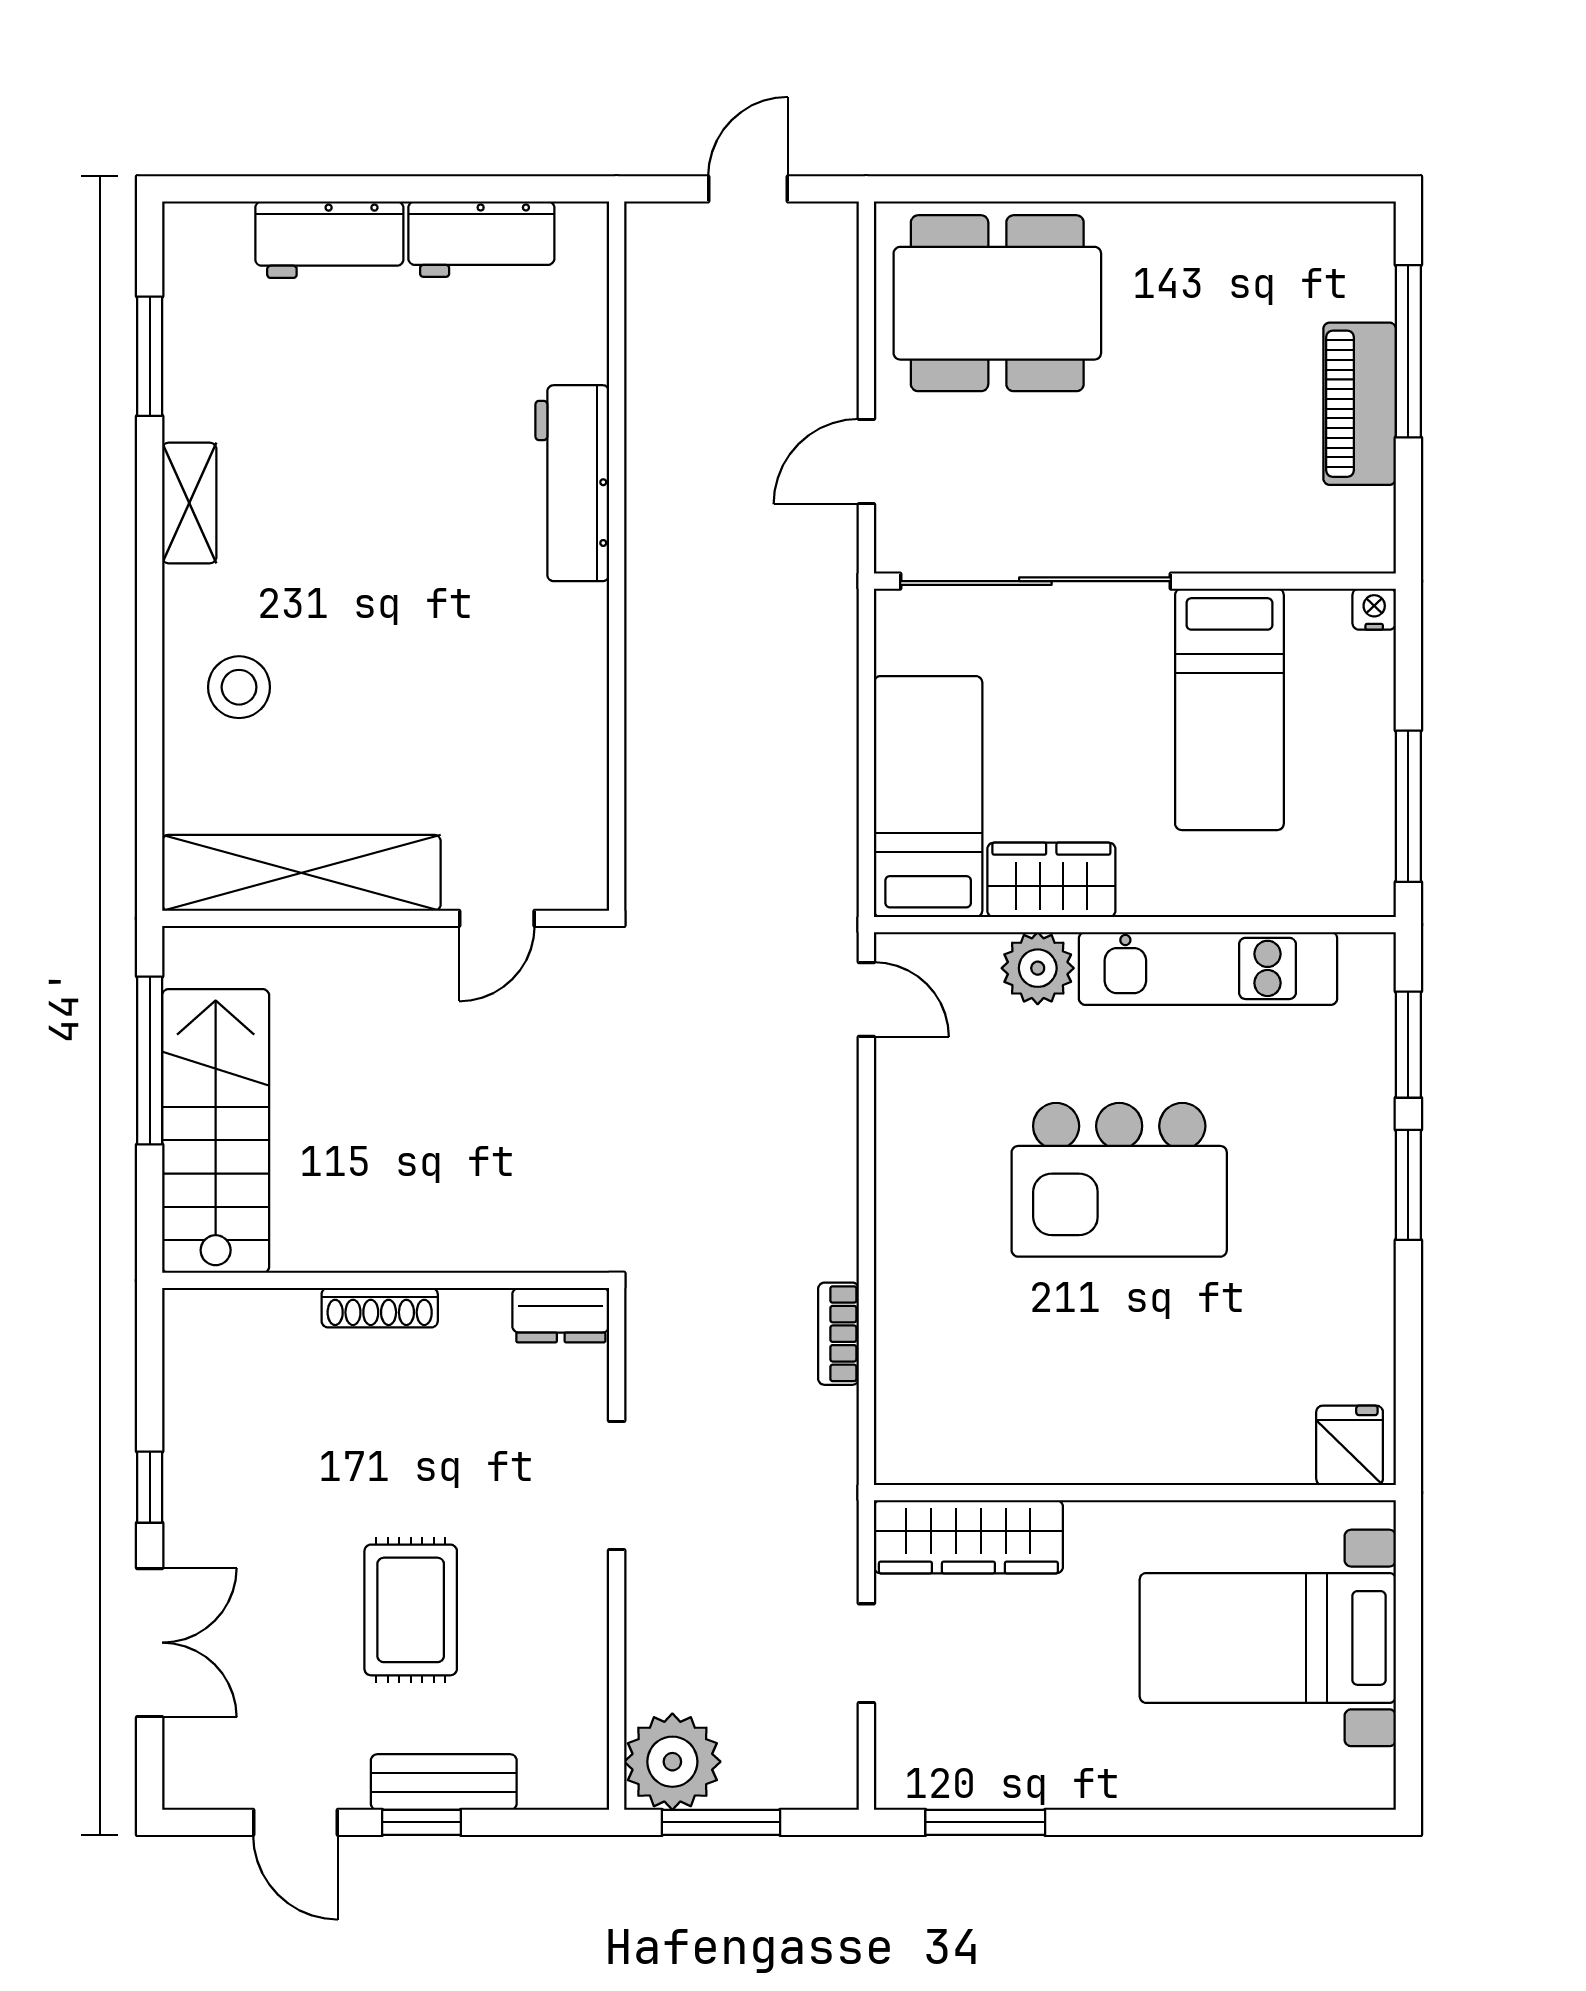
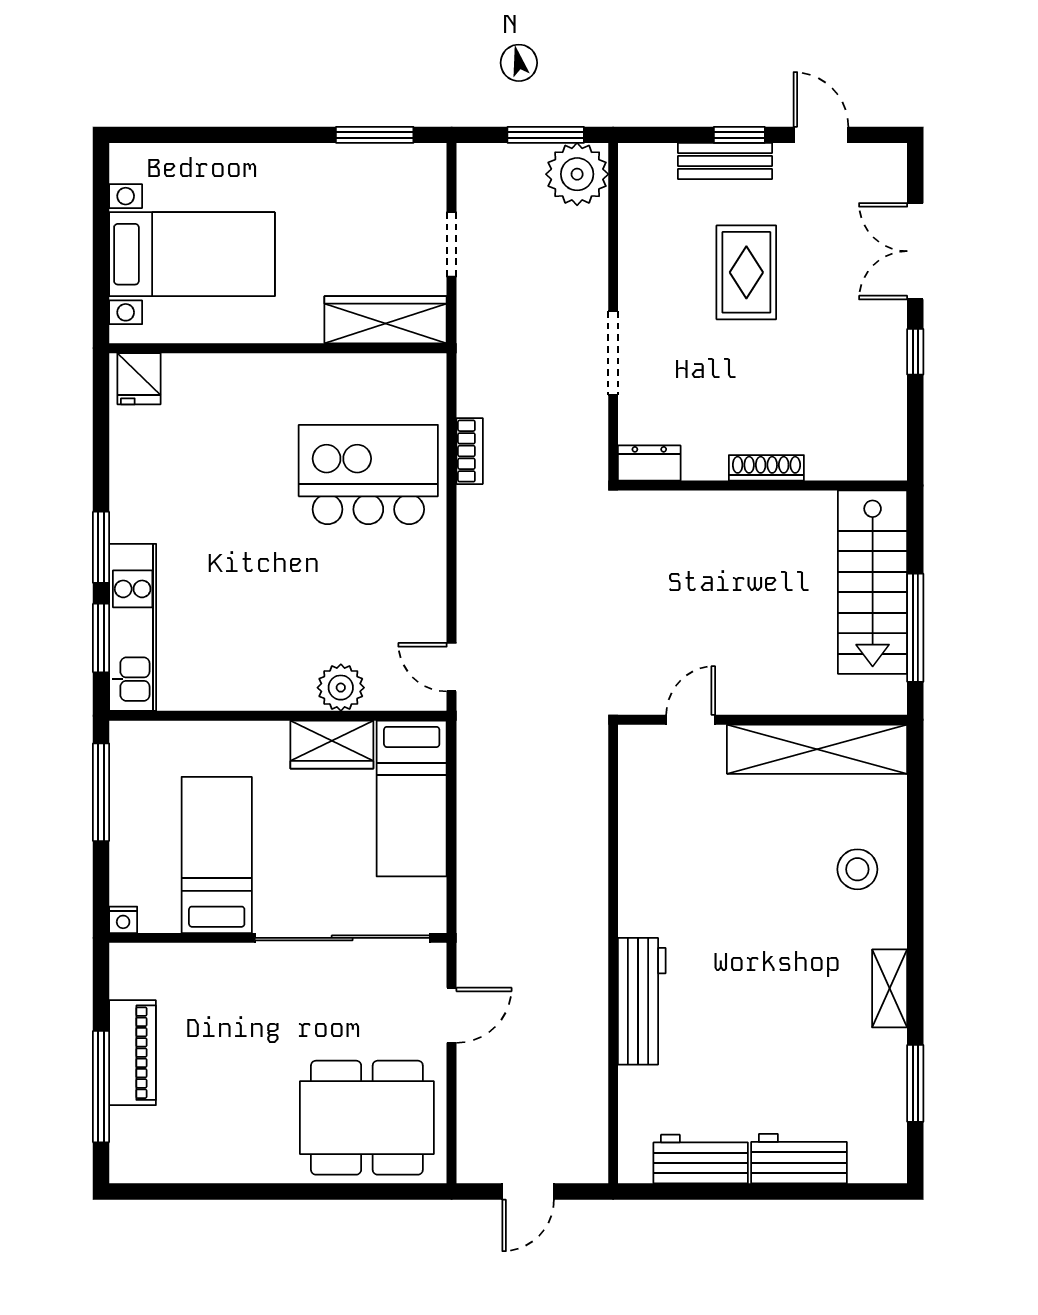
kitchen unit: (1208, 968) -> (133, 627), moved, turned 90
kitchen island: (1119, 1180) -> (368, 475), moved

